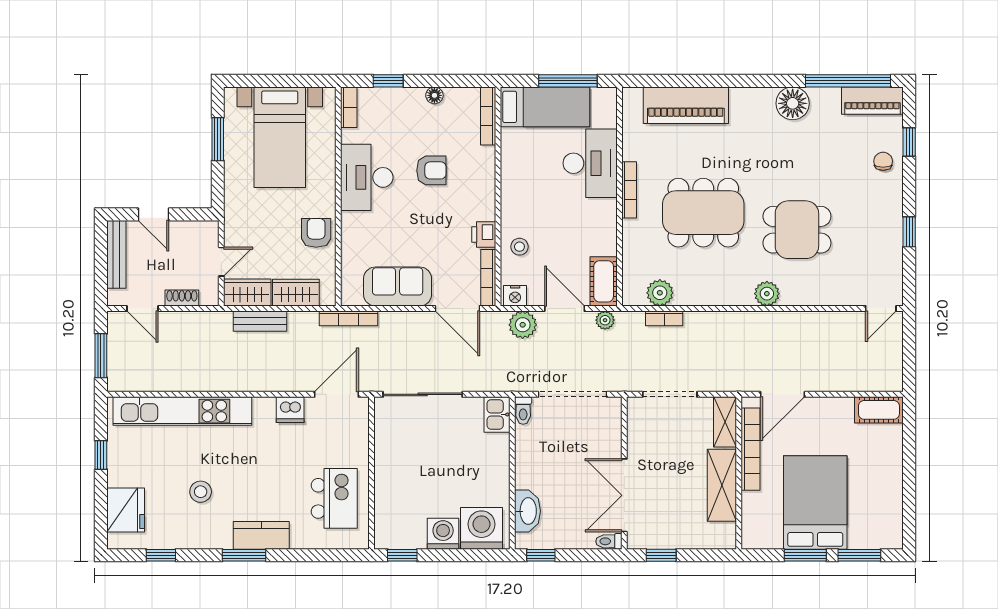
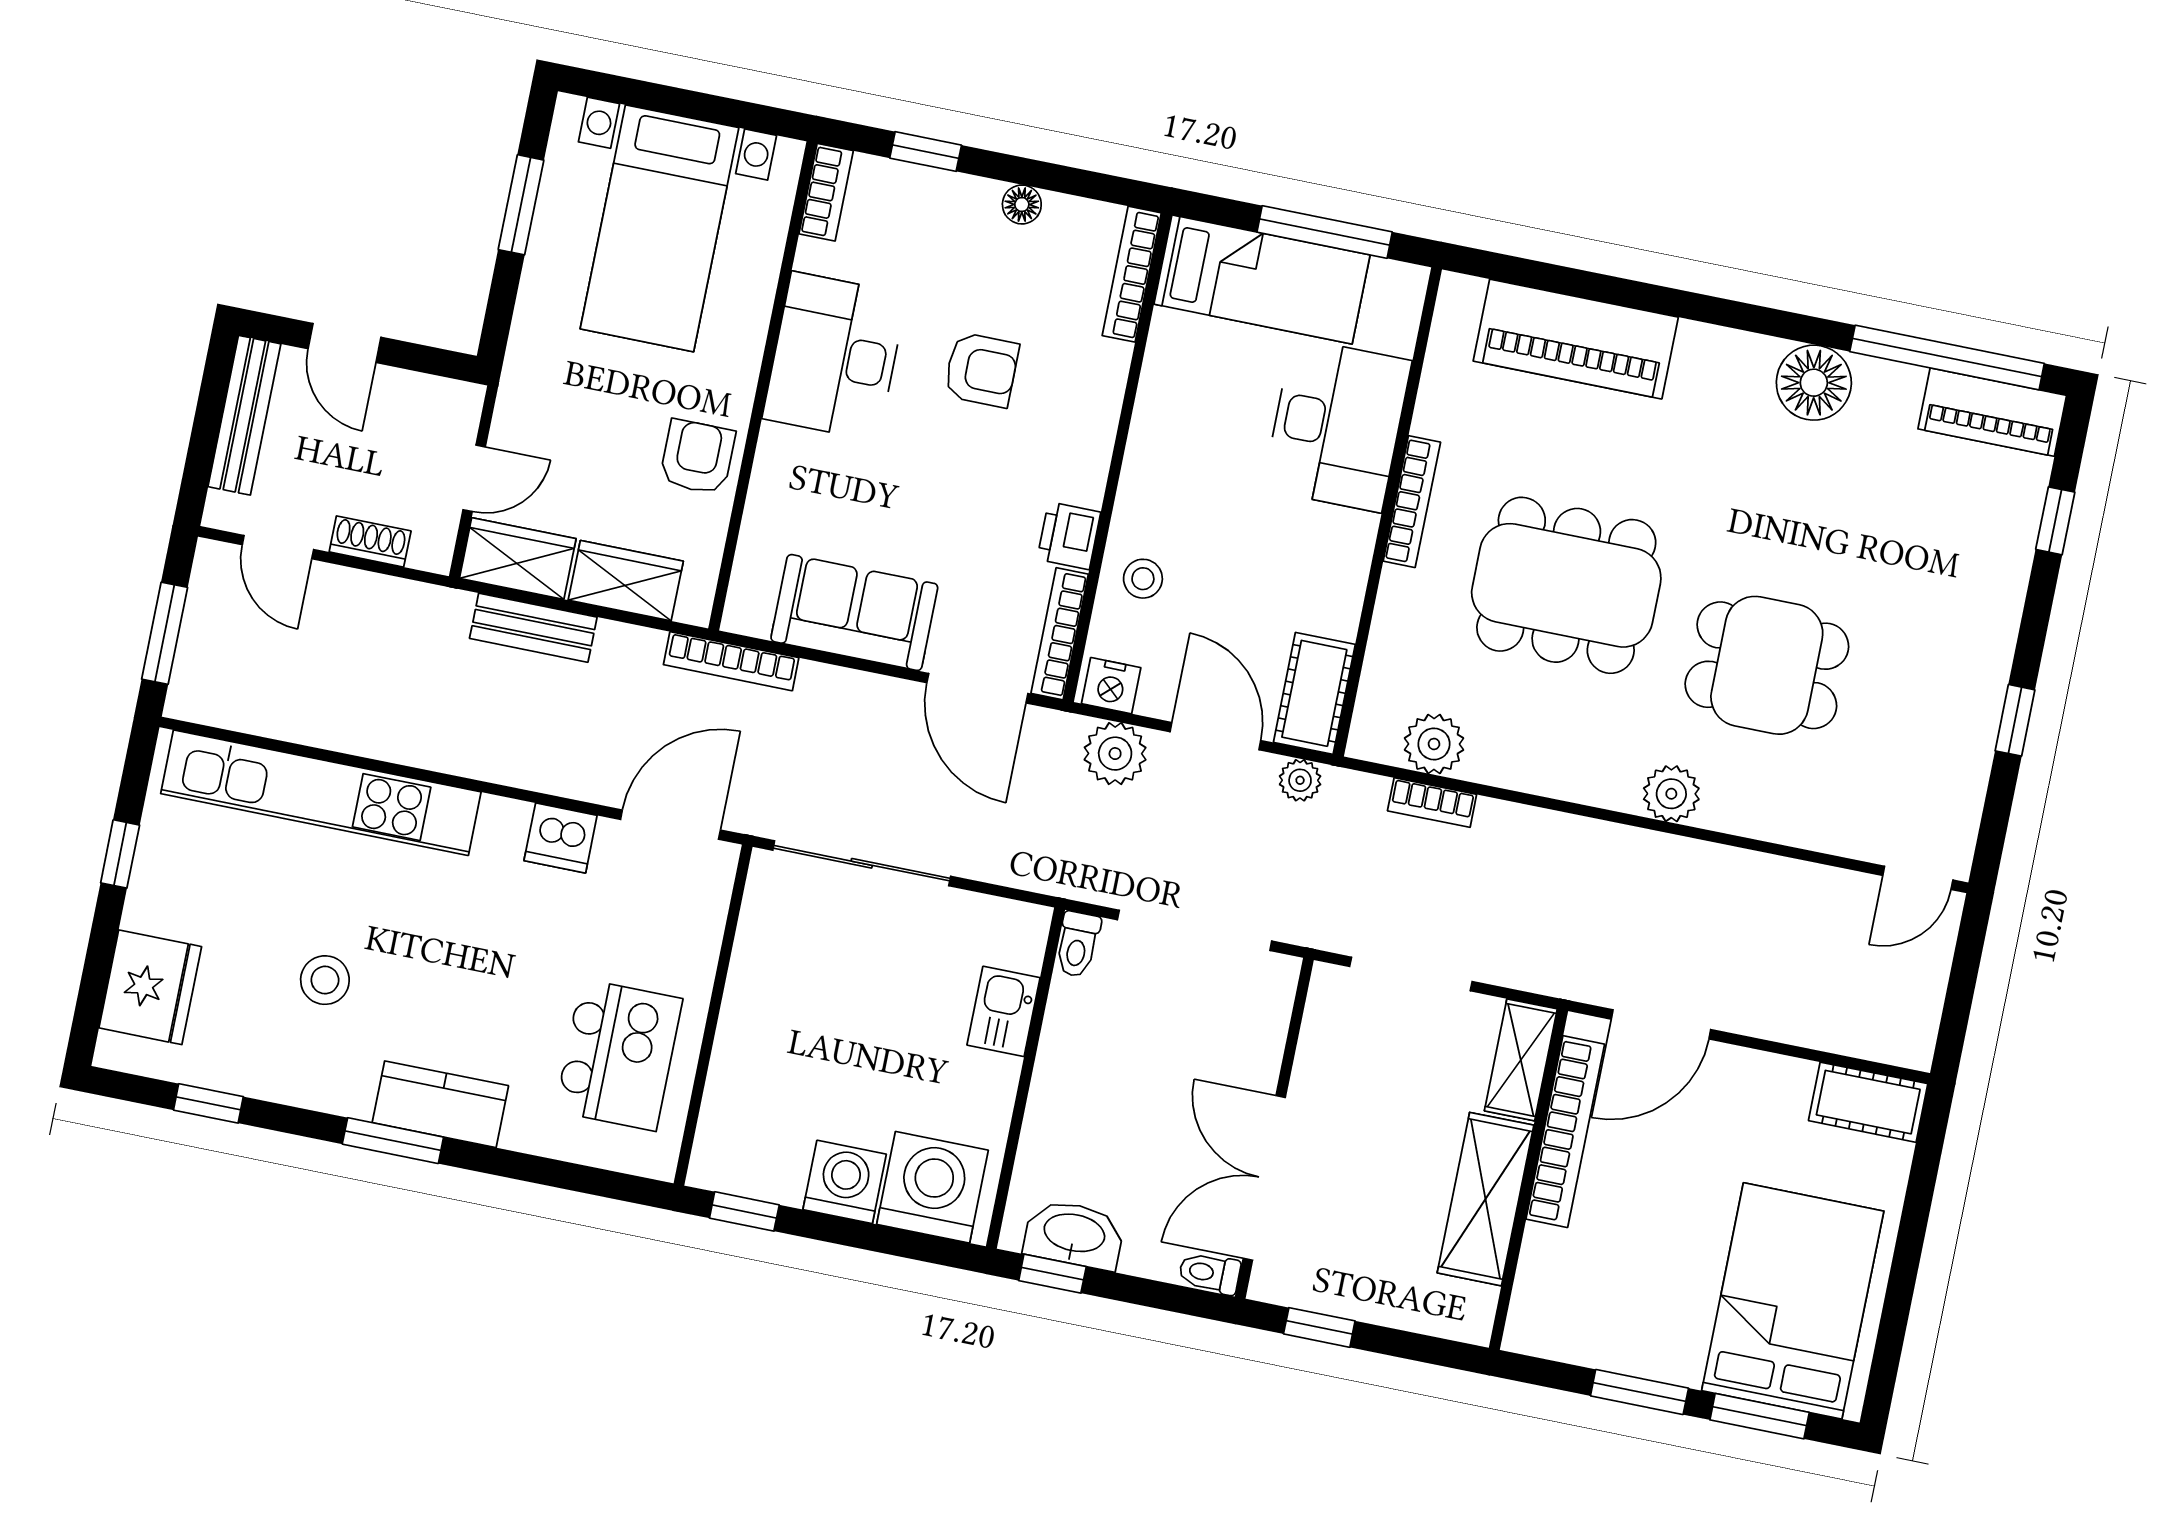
chair: (883, 161) -> (1989, 552), removed
kitchen sink: (497, 414) -> (1004, 1011), moved
bed: (815, 502) -> (1793, 1301), moved
washbasin: (527, 511) -> (1074, 1234), moved, turned -90

